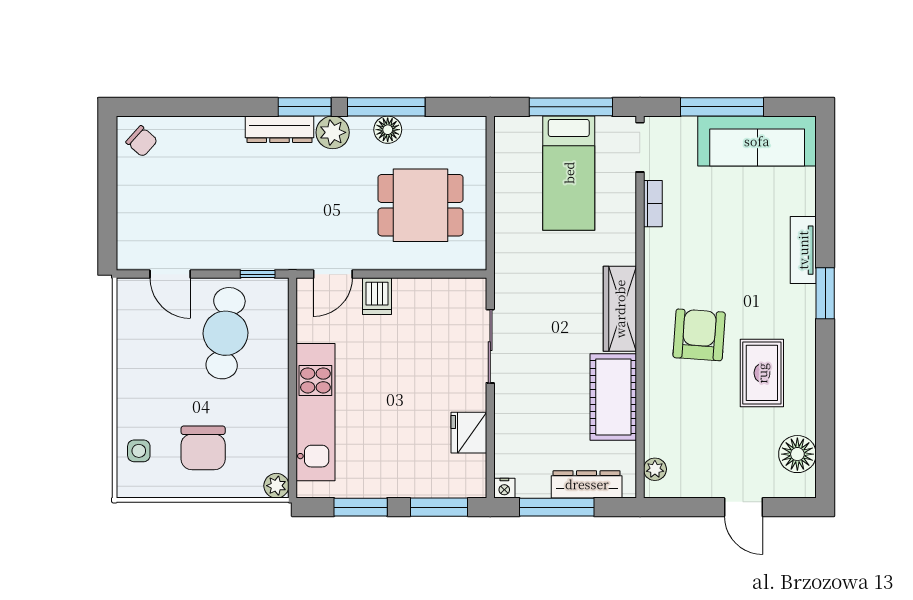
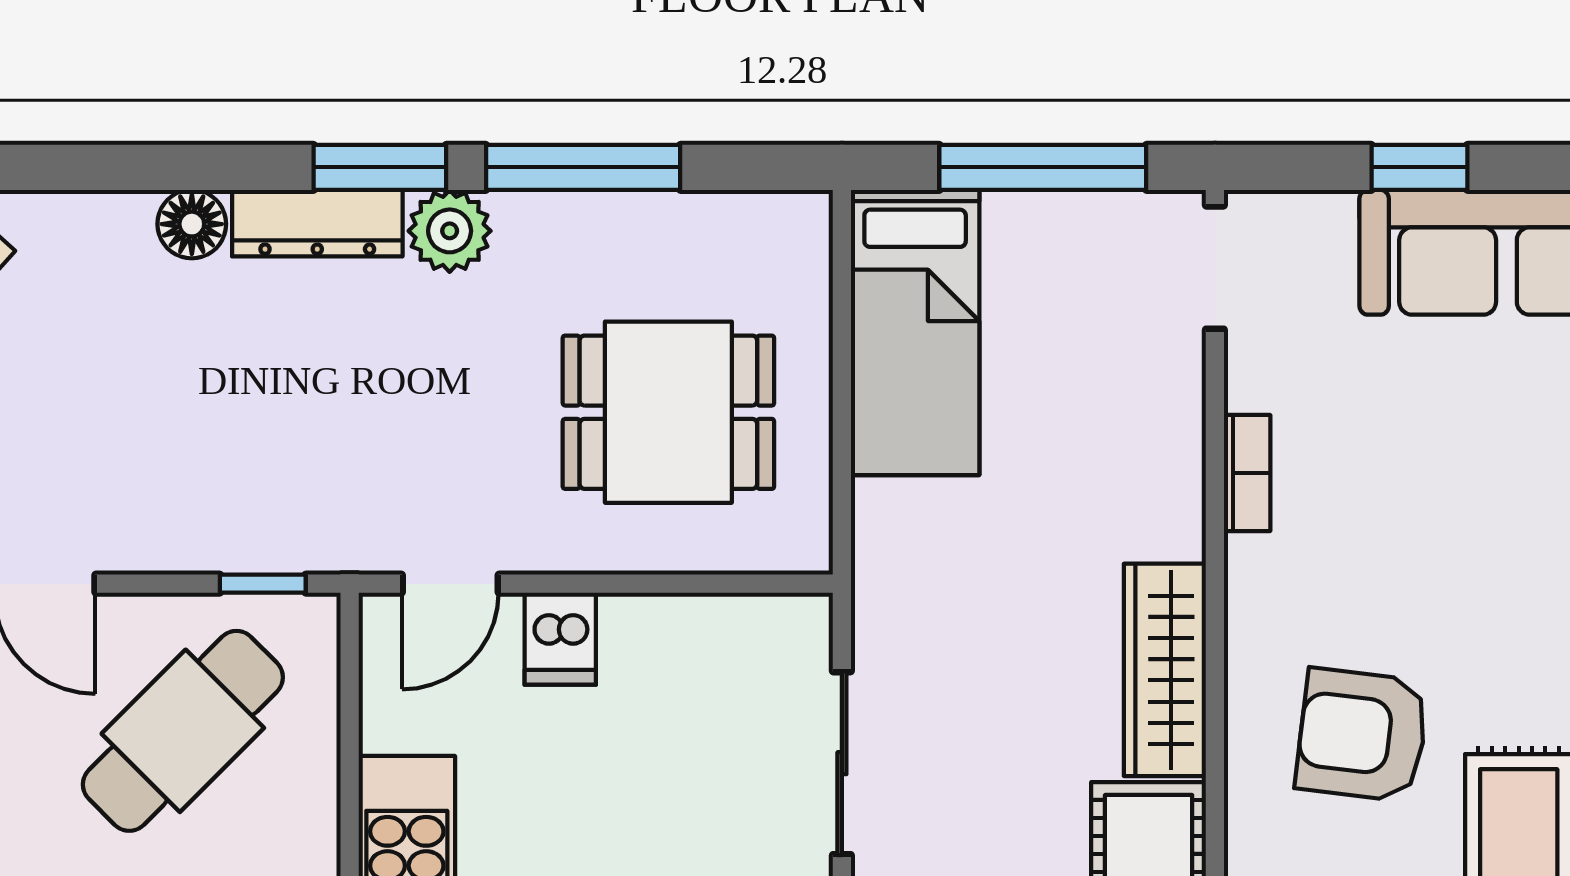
window: (722, 107) -> (1419, 167), width x0.46
floor lamp: (388, 130) -> (192, 224), moved
bed: (569, 173) -> (915, 332), moved
bookcase: (653, 204) -> (1247, 473), moved
cafe table: (226, 333) -> (183, 731), turned 38
armchair: (699, 335) -> (1362, 735), turned -87

